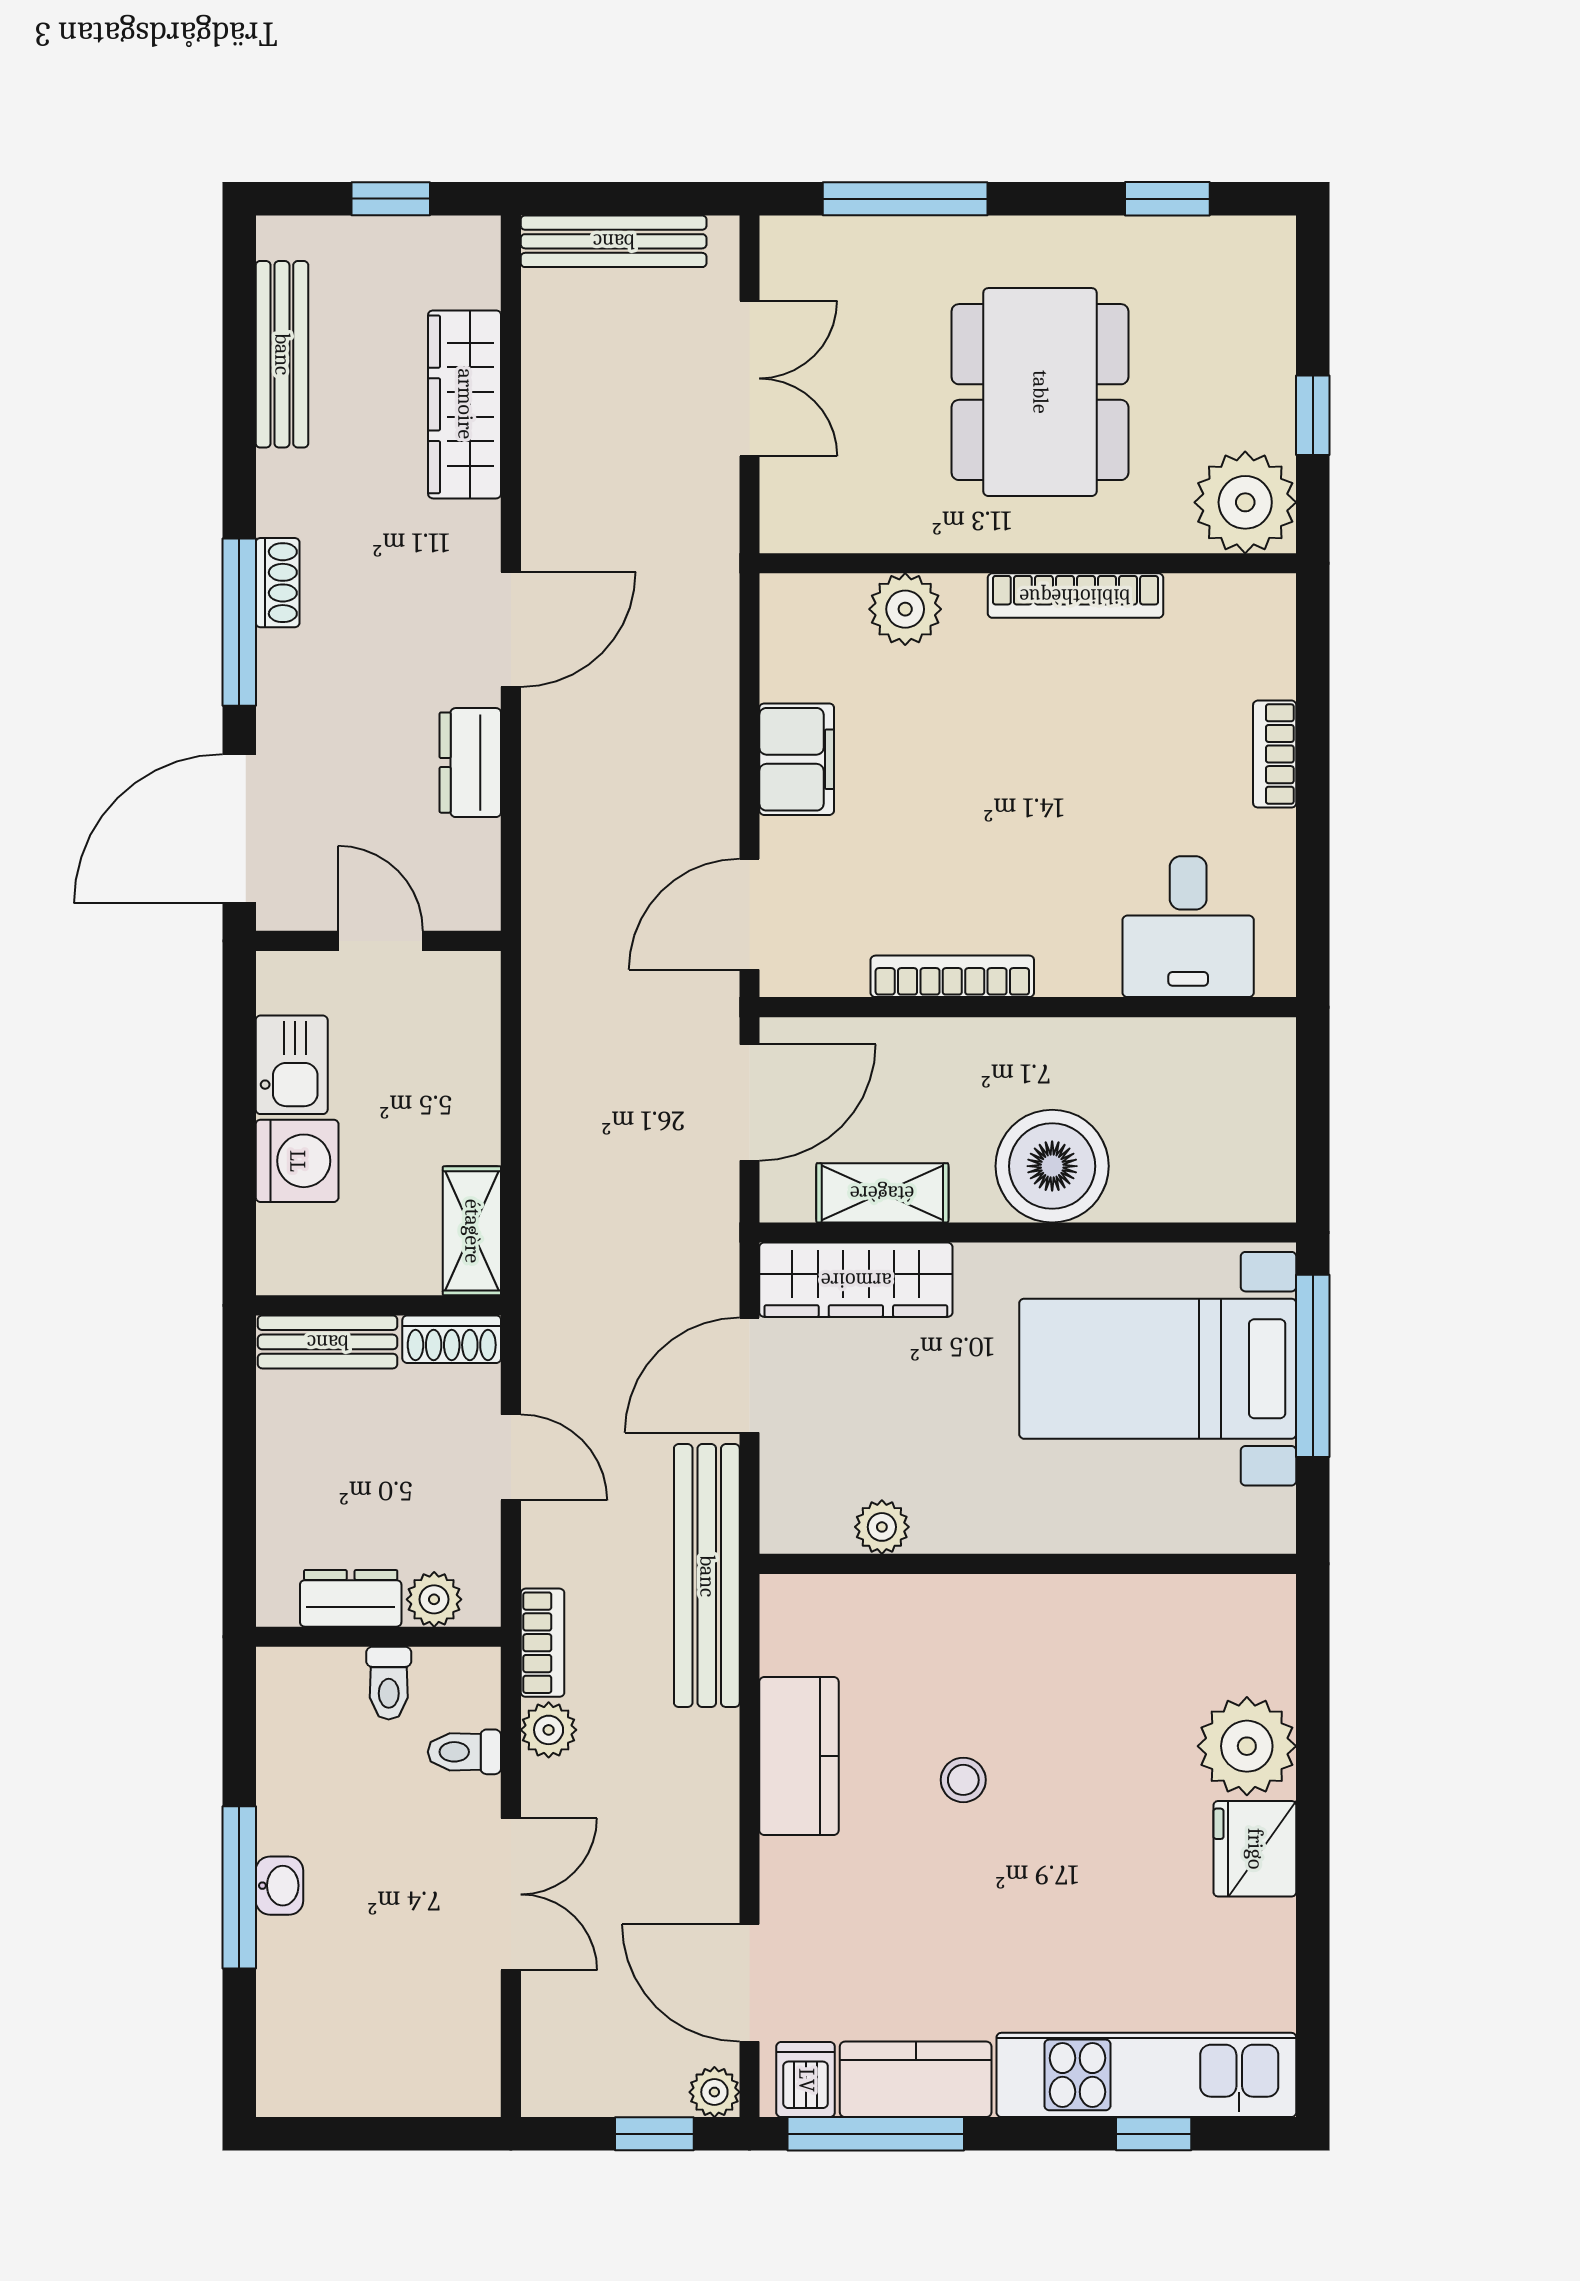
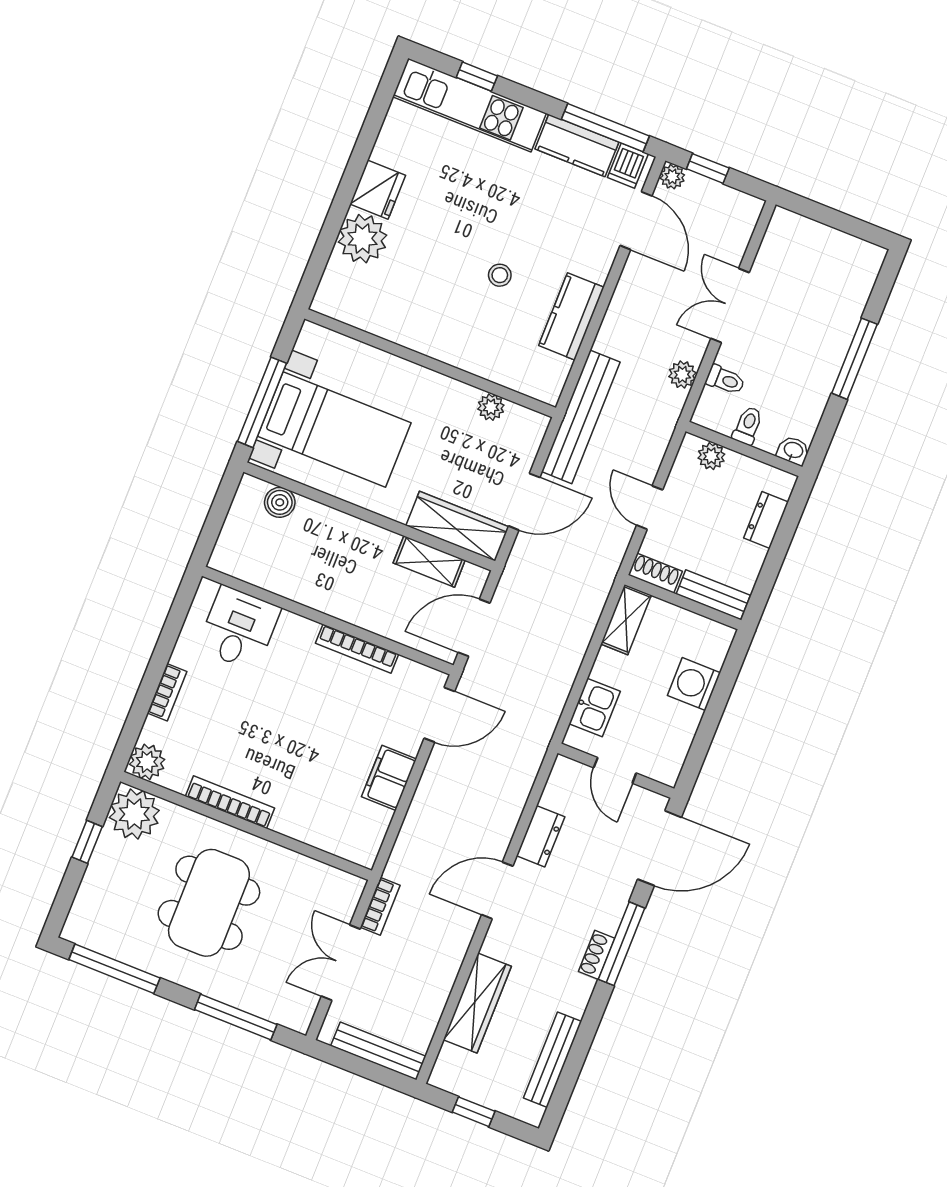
window: (1167, 199) -> (114, 969), width x2.17
plant: (905, 609) -> (147, 762), moved
kitchen sink: (292, 1065) -> (595, 707), moved, turned 180
boiler: (1052, 1166) -> (280, 502), moved, width x0.54, depth x0.54
dresser: (351, 1598) -> (766, 520), moved, turned 90
bookcase: (543, 1643) -> (380, 906), moved, turned 180
washbasin: (279, 1886) -> (793, 451), moved, turned 90

